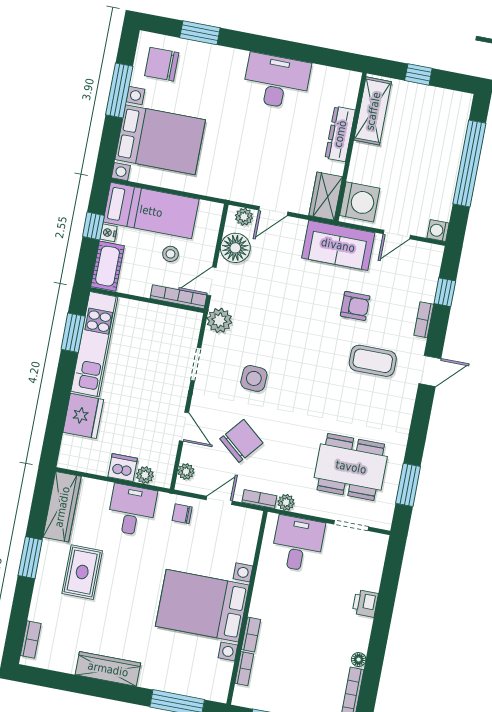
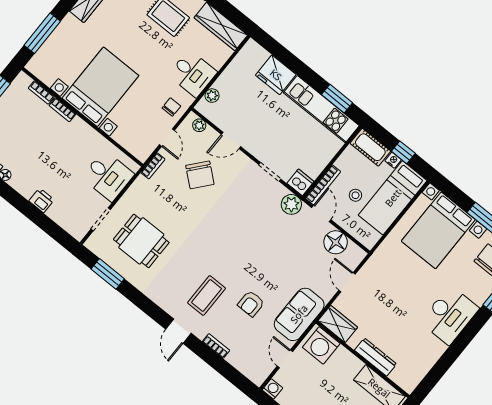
desk: (276, 81) -> (450, 315), moved
plant: (244, 217) -> (354, 260), removed
window: (445, 292) -> (227, 371), removed
side table: (254, 378) -> (238, 207), removed
dining table: (351, 467) -> (141, 241), width x0.73
dishwasher: (123, 468) -> (300, 182), moved, turned -90
plant: (286, 502) -> (141, 183), removed

